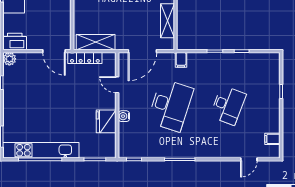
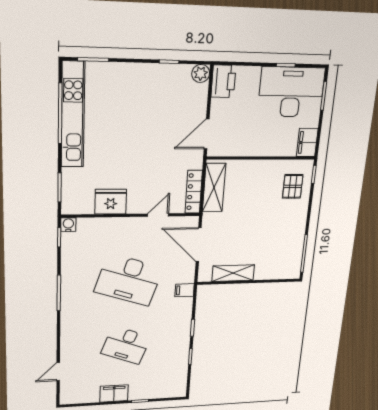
locker: (85, 58) -> (194, 192), moved
water cooler: (124, 116) -> (68, 225), moved
filing cabinet: (272, 139) -> (114, 393), moved, width x2.00
door: (249, 159) -> (58, 372), hinge flipped

